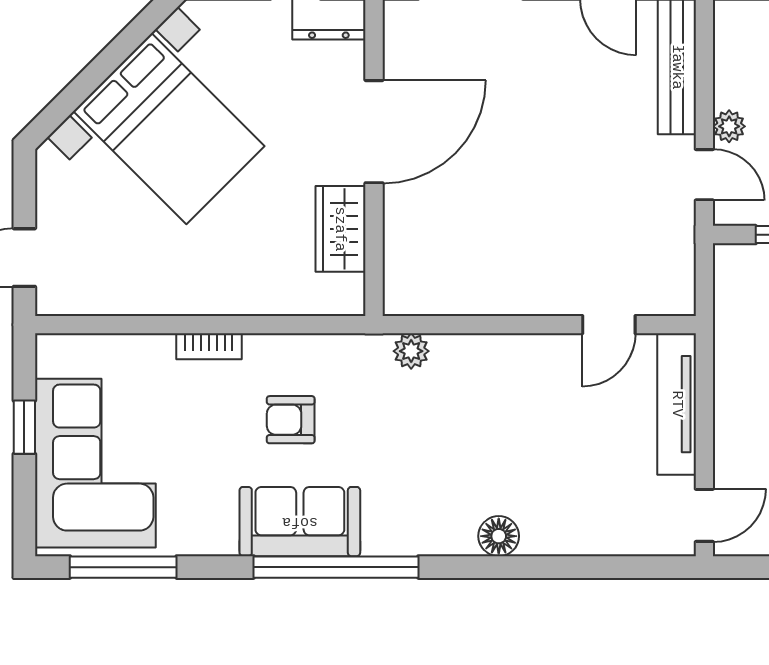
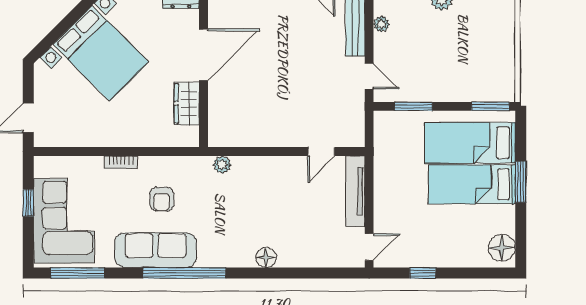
plant: (729, 126) -> (381, 24), moved
armchair: (291, 420) -> (162, 199), turned -90
sofa: (300, 522) -> (155, 250), width x1.36

